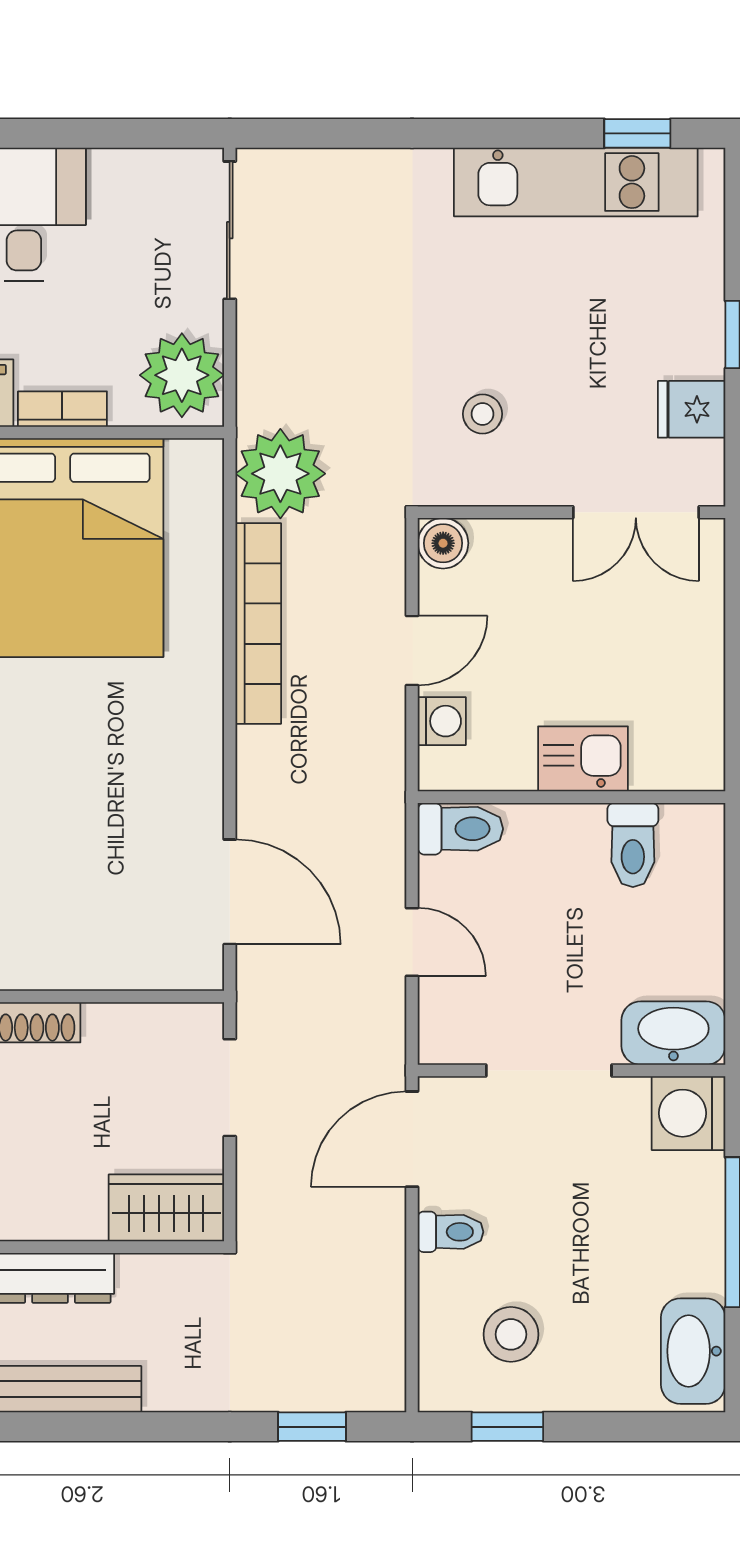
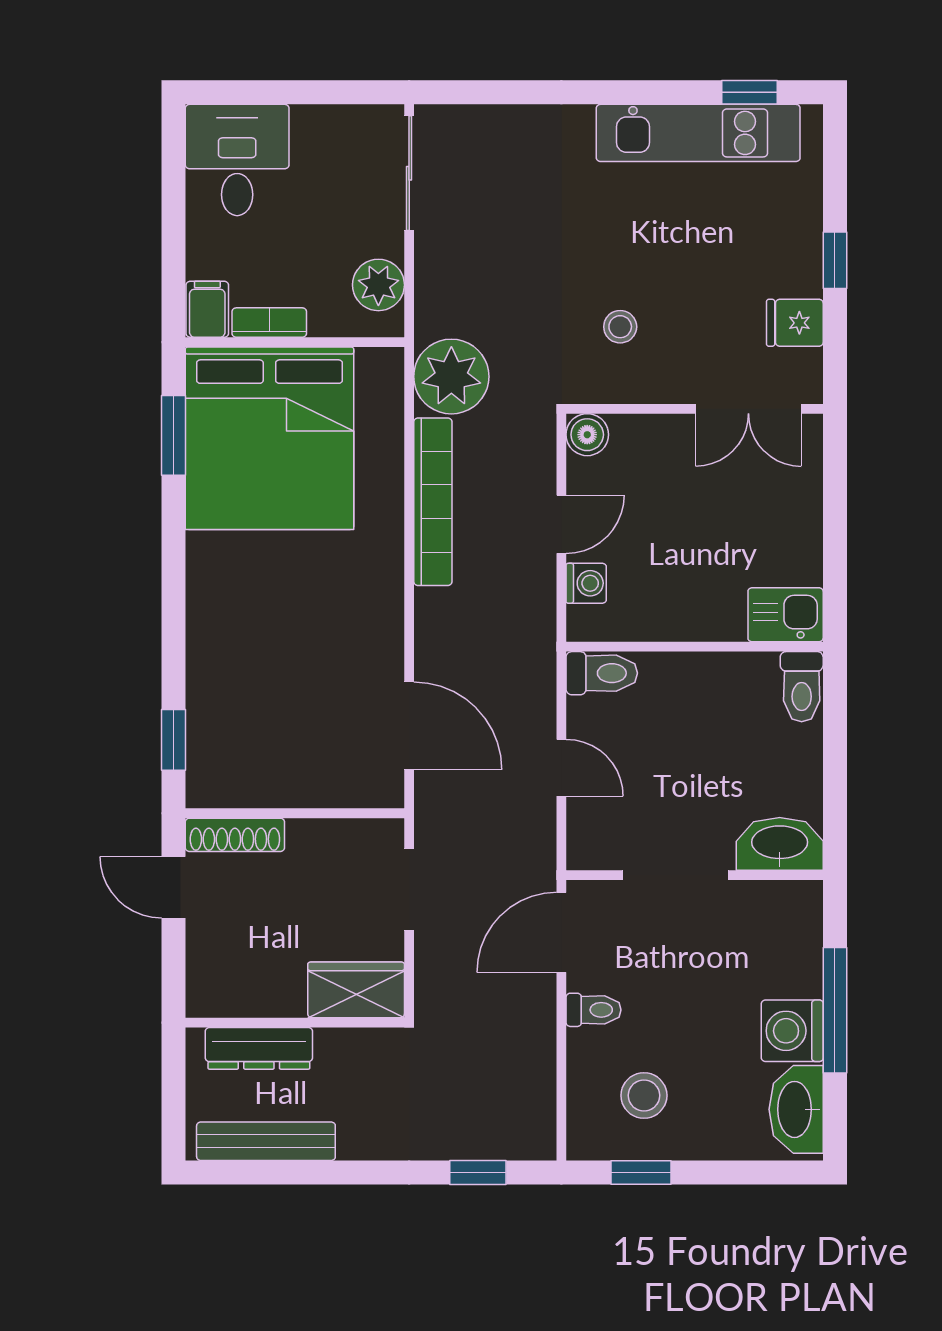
plant: (182, 375) -> (378, 285), width x0.73, depth x0.73
kitchen sink: (583, 759) -> (786, 615), moved
toilet: (633, 845) -> (802, 687), moved
washing machine: (688, 1113) -> (792, 1031), moved

